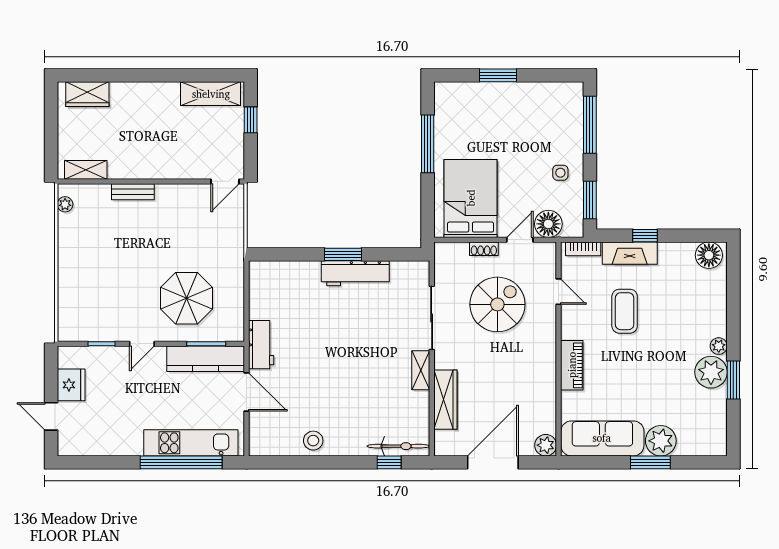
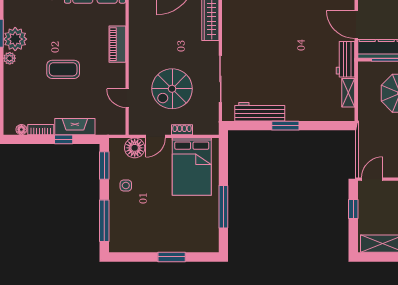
window: (251, 120) -> (353, 209), moved
bookcase: (583, 249) -> (41, 130), moved
floor lamp: (709, 255) -> (21, 130), width x0.53, depth x0.53
workbench: (355, 273) -> (260, 112), moved
coffee table: (625, 311) -> (63, 69), moved, turned 90
shelving: (421, 370) -> (348, 93), moved

